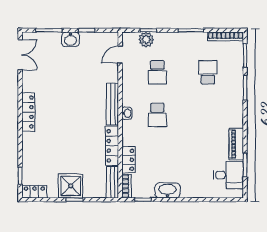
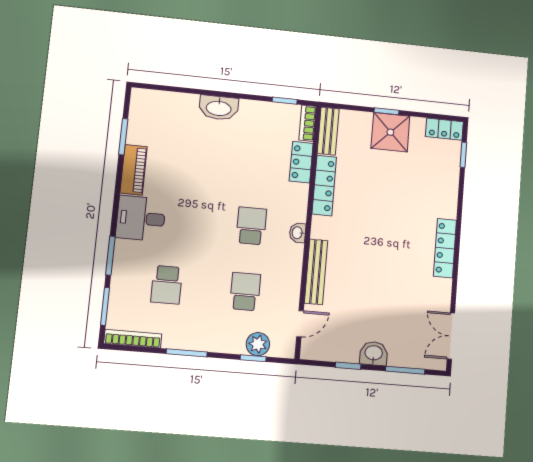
bench: (113, 104) -> (316, 272), moved
desk: (228, 175) -> (141, 218), moved
washbasin: (168, 190) -> (219, 108), moved

